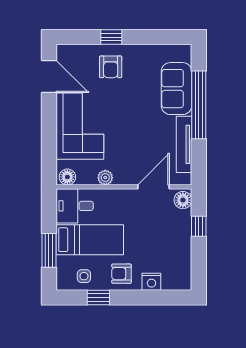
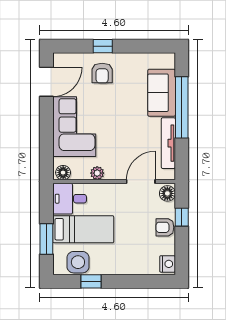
door: (49, 77) -> (46, 82), hinge flipped
armchair: (121, 274) -> (165, 227), moved
side table: (84, 276) -> (78, 262), width x1.87, depth x1.87
nightstand: (151, 282) -> (168, 264), moved, turned -90

